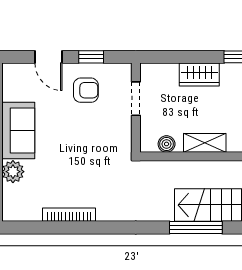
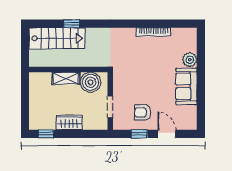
boiler: (167, 144) -> (90, 82), width x1.86, depth x1.86
window: (196, 227) -> (72, 24), width x0.46

